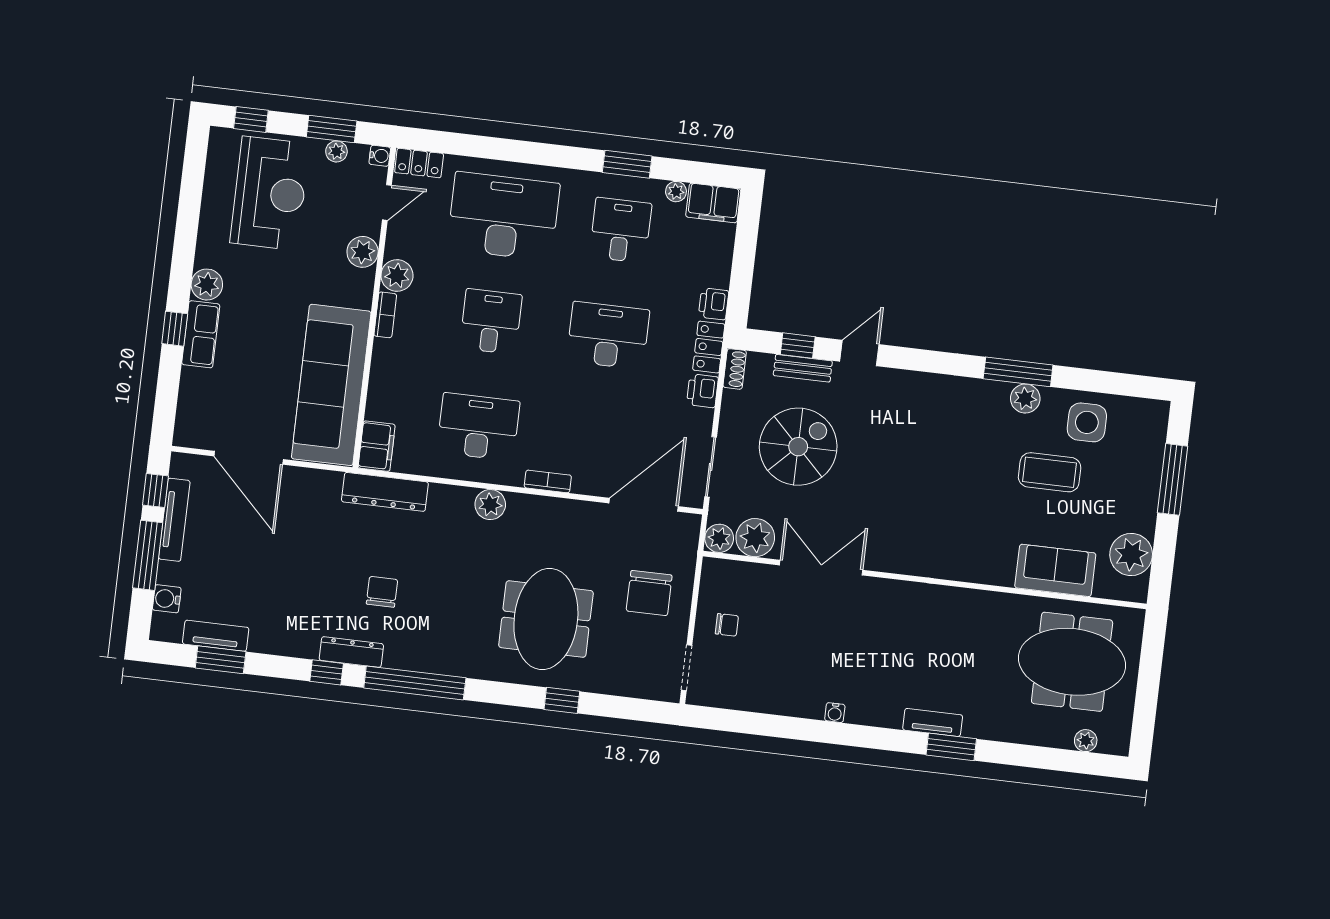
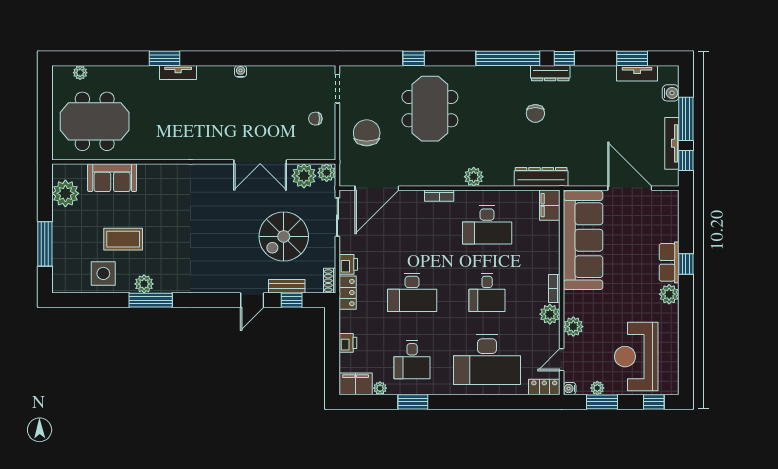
printer: (714, 304) -> (348, 343), moved

